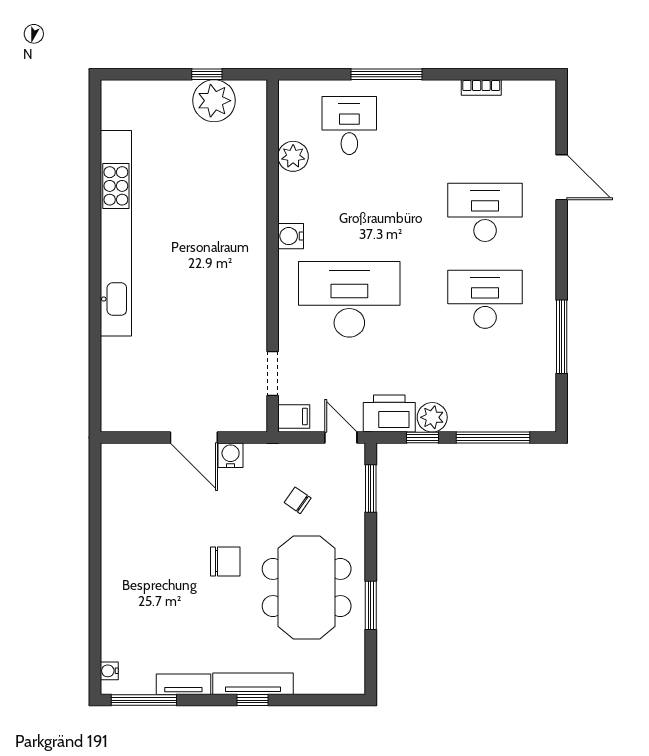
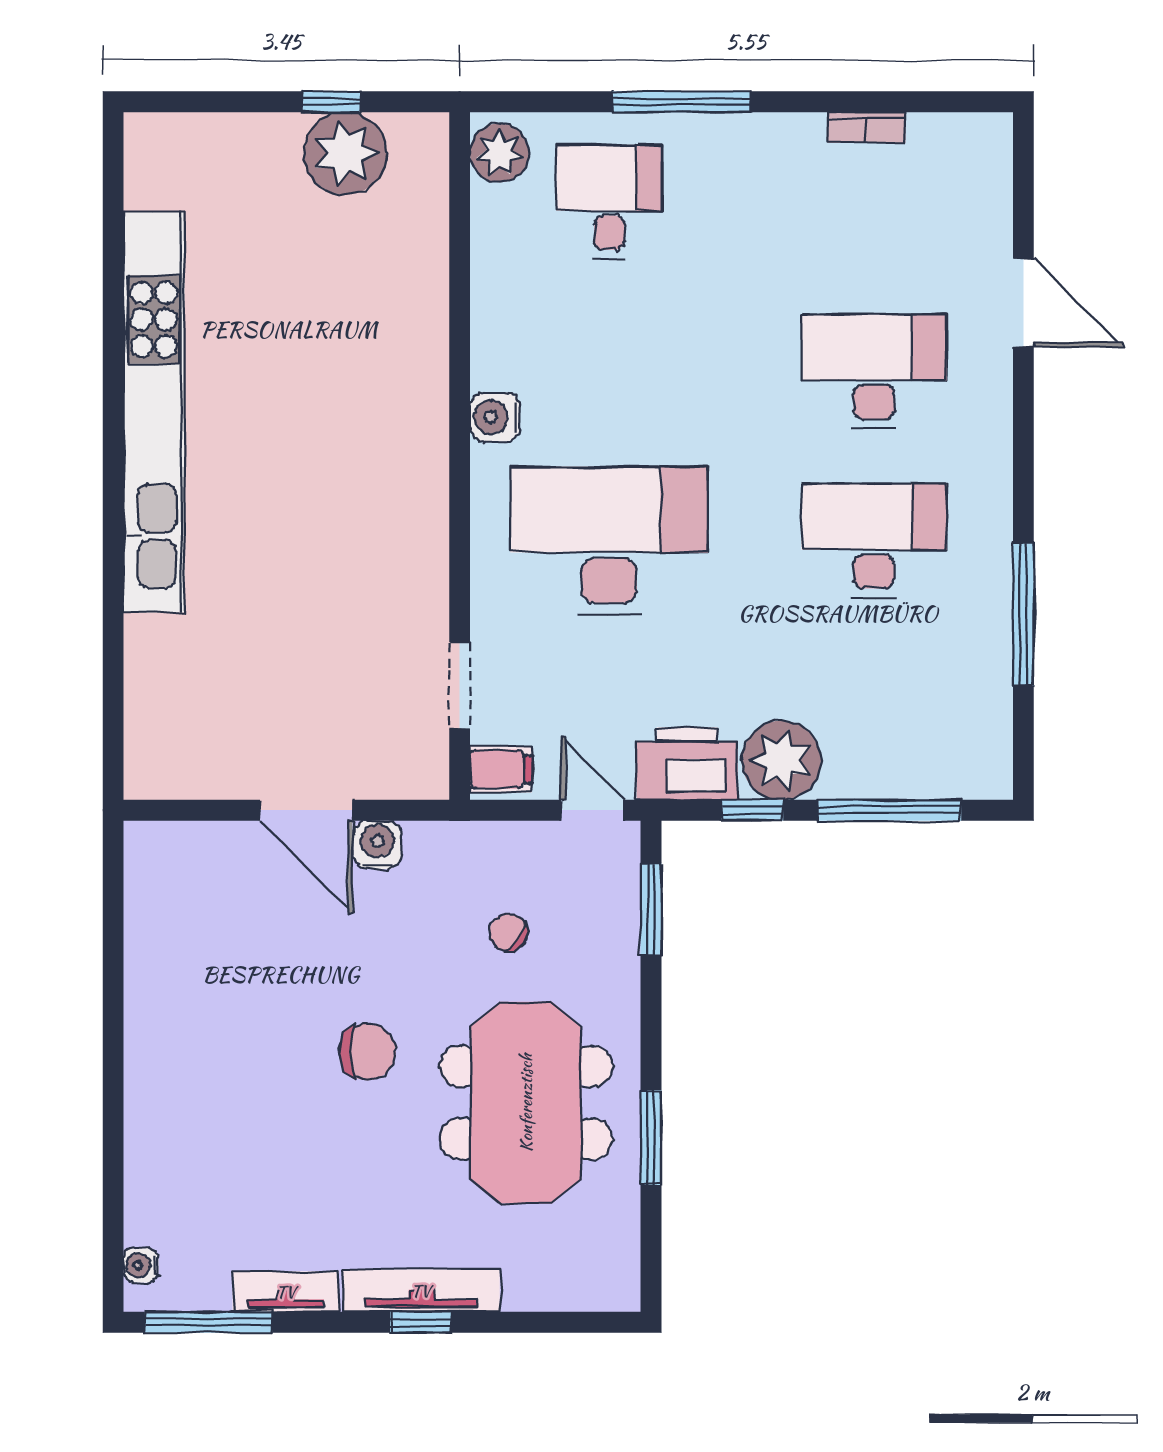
plant: (293, 156) -> (500, 153), moved
plant: (432, 417) -> (781, 760), width x1.36, depth x1.36

